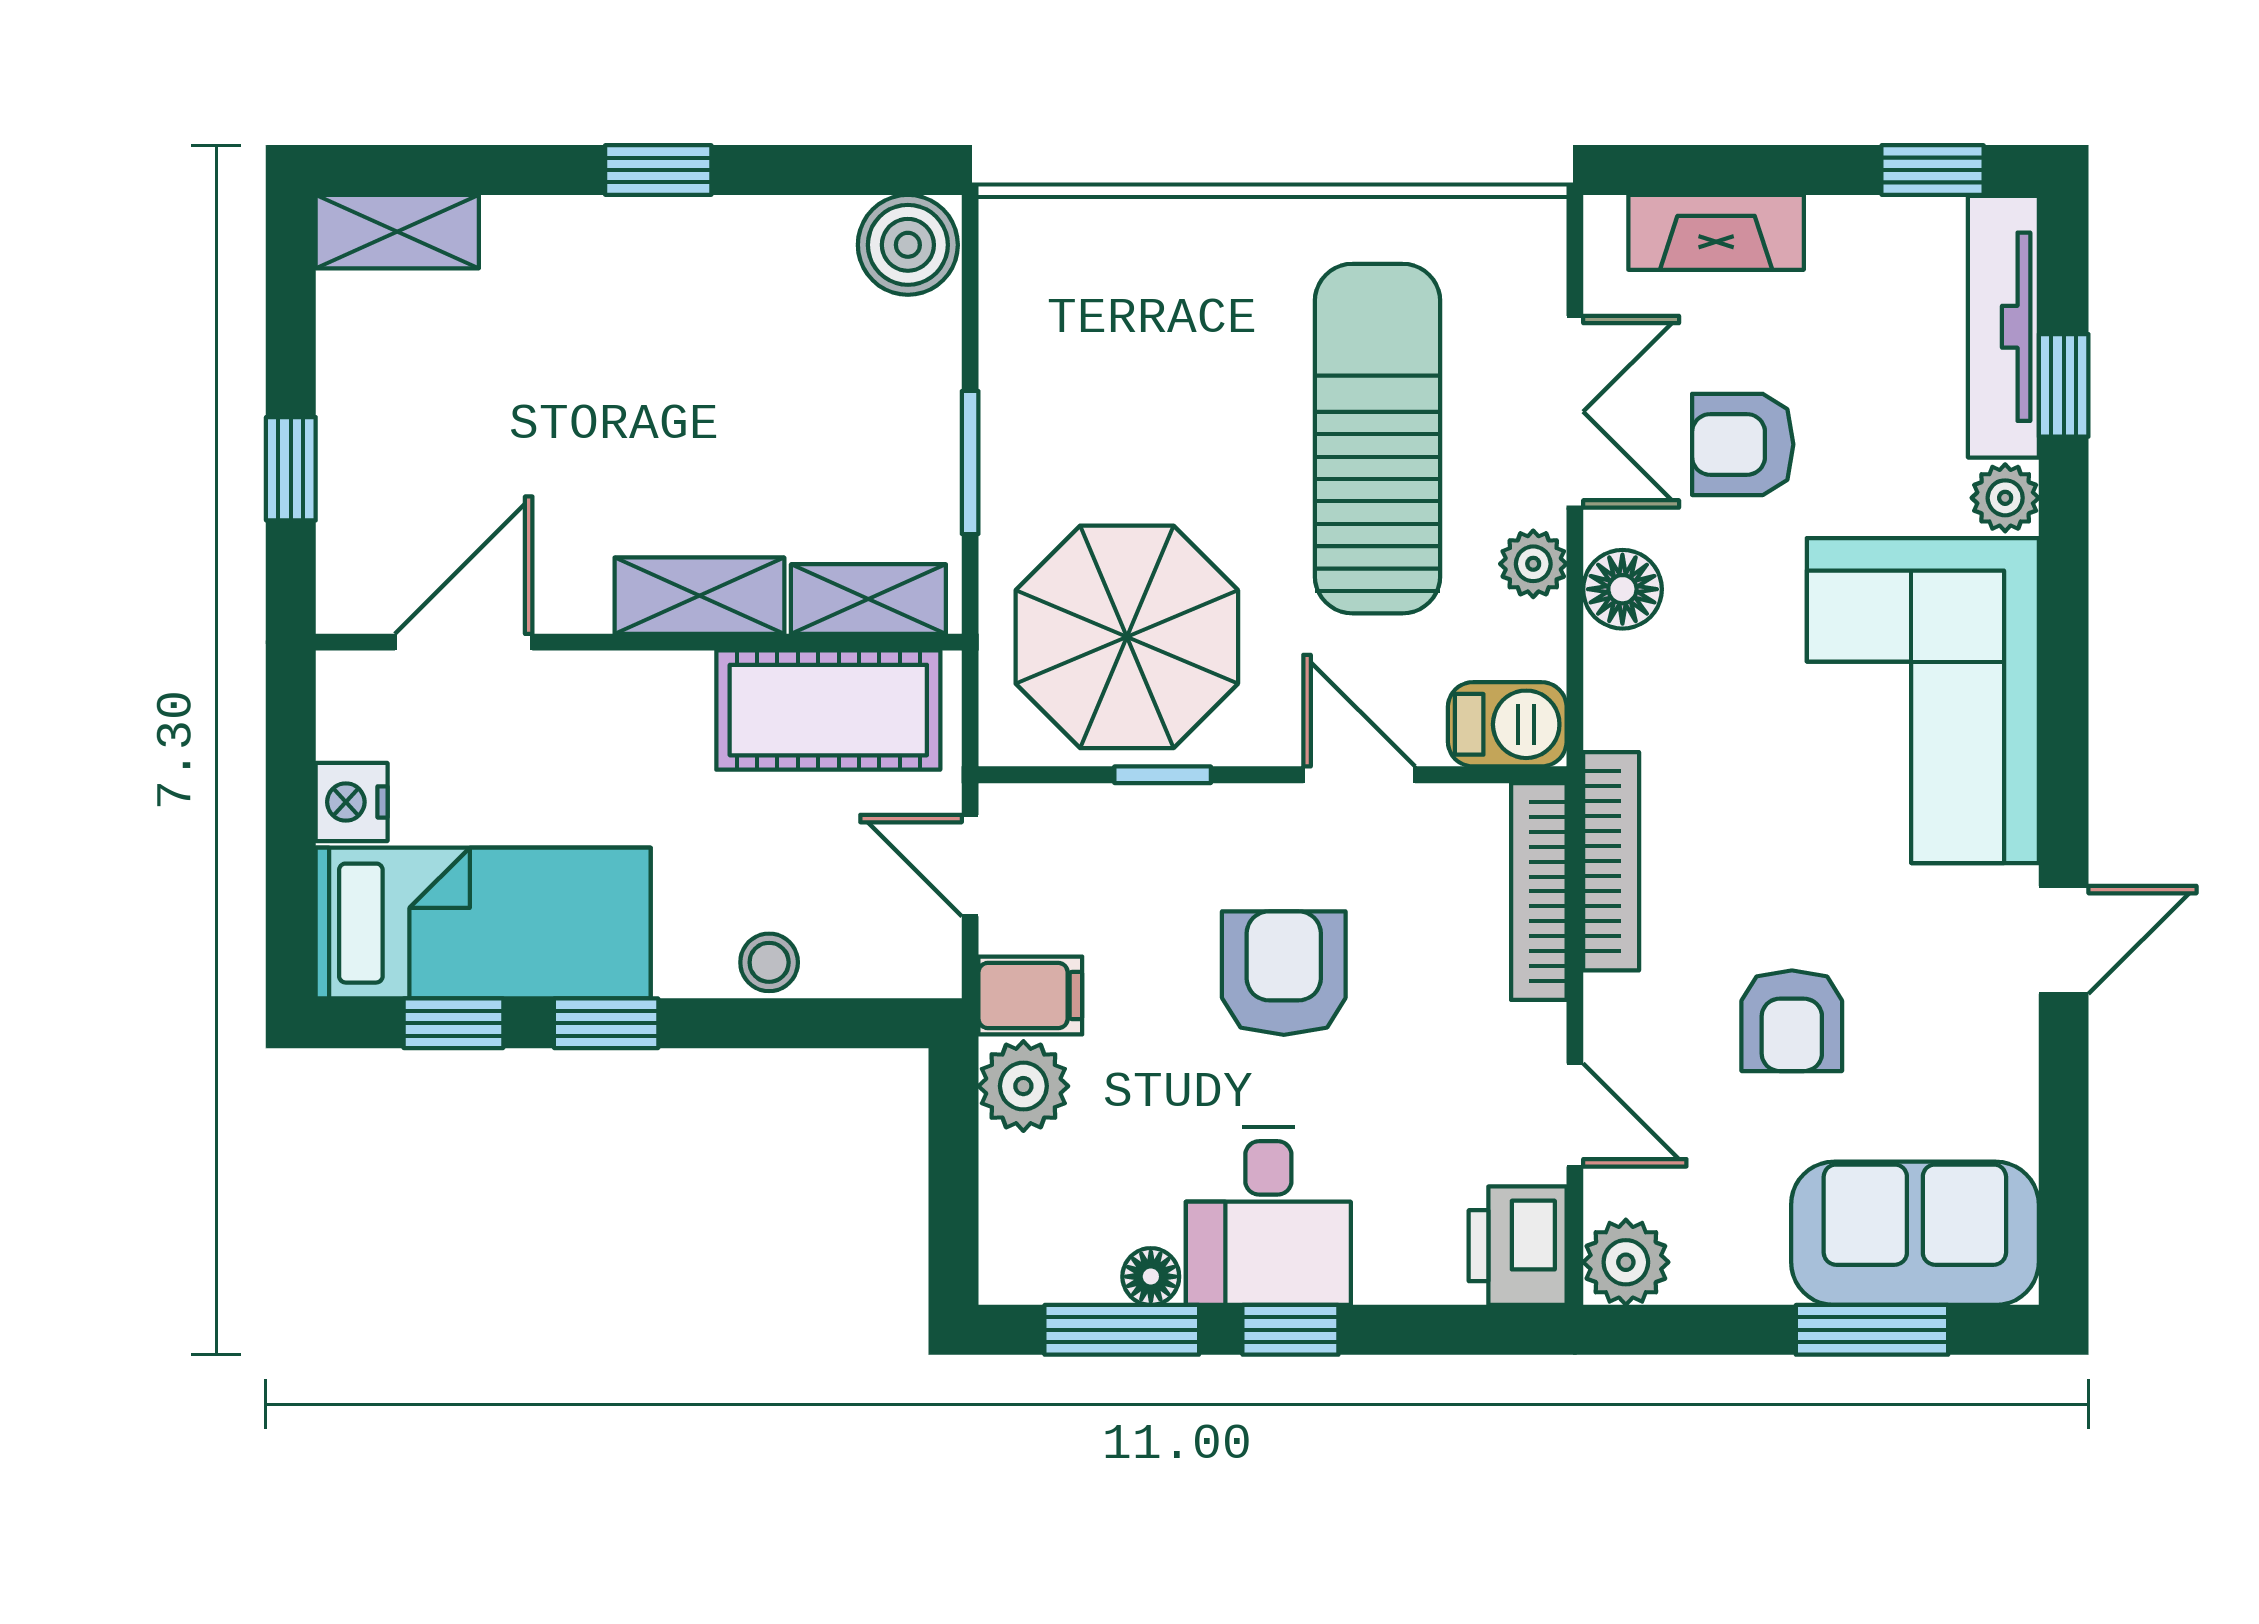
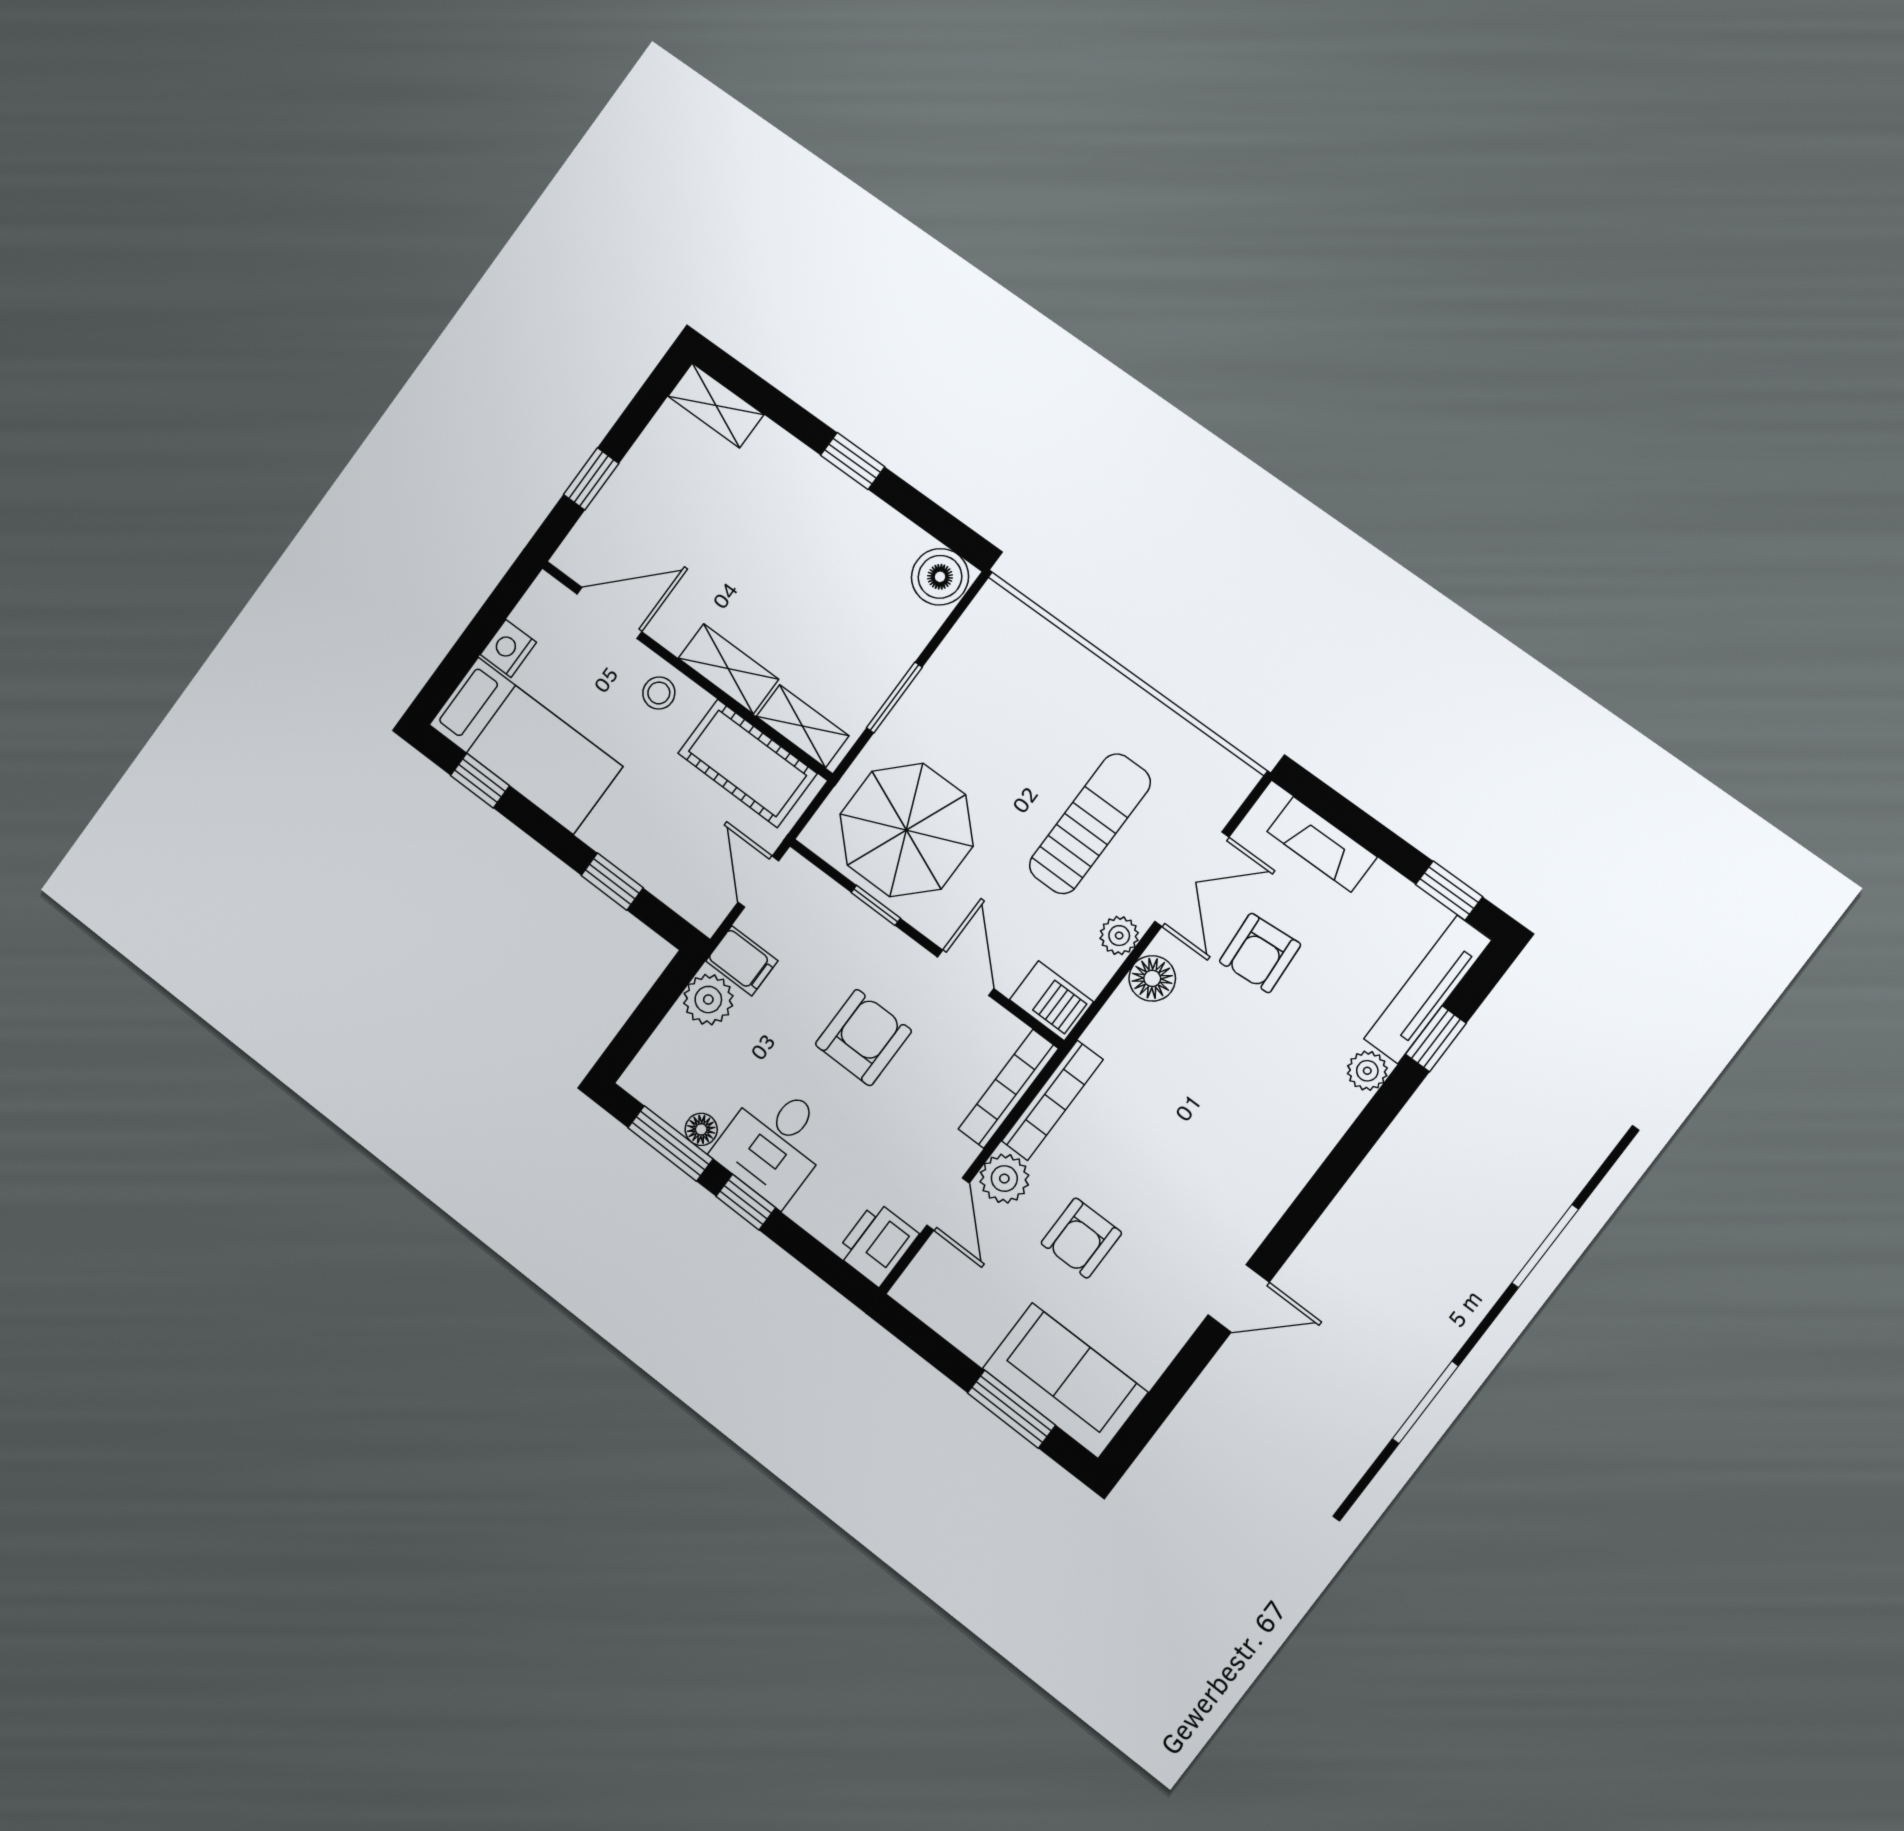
sun lounger: (1378, 439) -> (1090, 824), width x0.73, depth x0.75
armchair: (1743, 444) -> (1260, 953), turned -94
corner sofa: (1923, 701) -> (1256, 1136), removed
stool: (769, 962) -> (659, 693), moved
window: (606, 1023) -> (612, 882), moved
plant: (1626, 1262) -> (1004, 1179), moved

